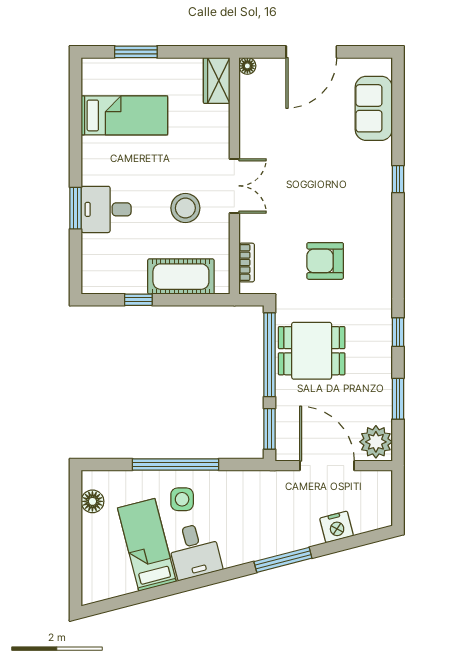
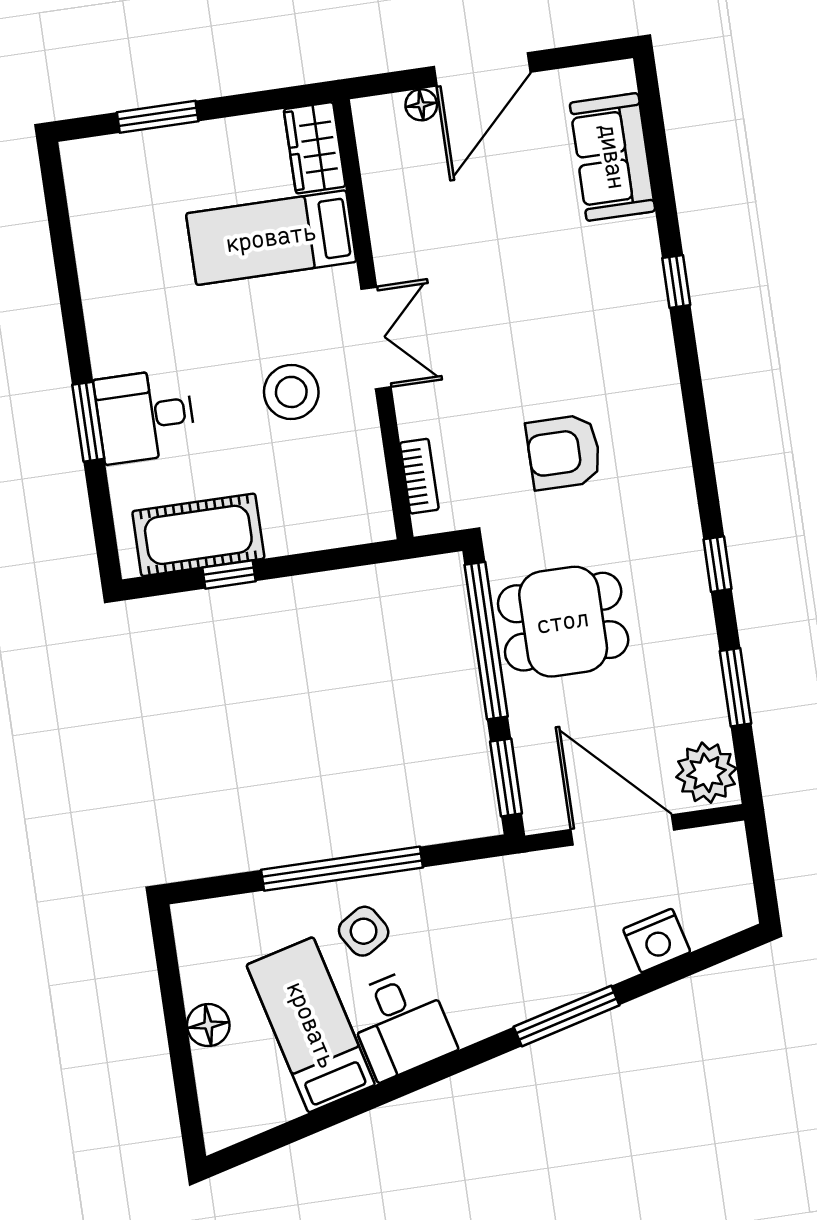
floor lamp: (247, 66) -> (421, 105), moved
bed: (124, 115) -> (271, 238), moved, turned 180
cot: (181, 277) -> (198, 535), moved
side table: (182, 499) -> (364, 931), turned -32
floor lamp: (92, 501) -> (208, 1025), moved

